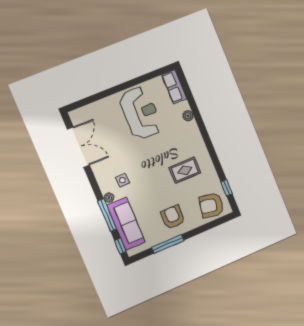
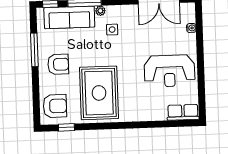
water cooler: (93, 107) -> (191, 28), added
plant: (188, 116) -> (150, 115), removed
rug: (185, 170) -> (99, 93), width x1.86, depth x2.06
armchair: (211, 205) -> (55, 106), turned 79

